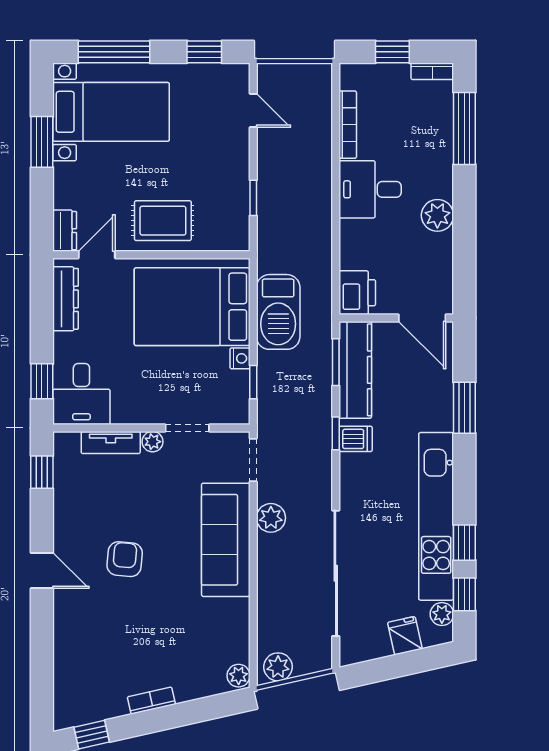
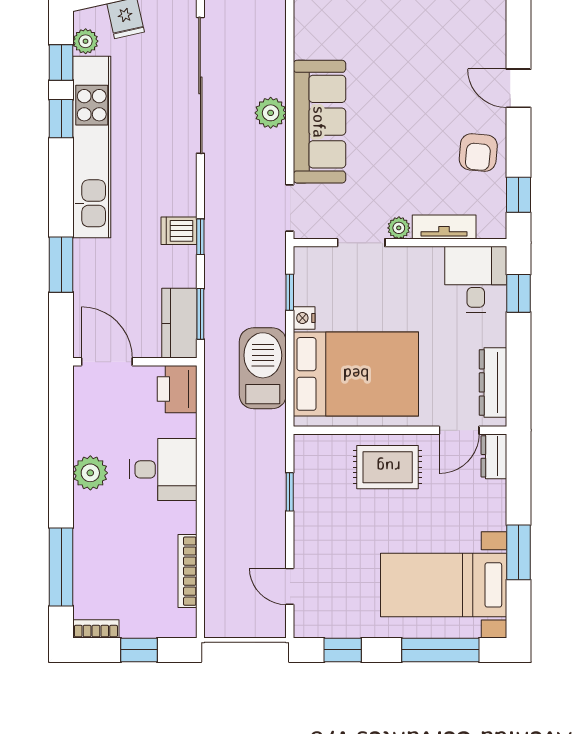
desk: (370, 189) -> (163, 469), moved
kitchen counter: (355, 370) -> (179, 323), width x0.67
plant: (271, 518) -> (271, 113), moved
armchair: (125, 559) -> (478, 152), moved

